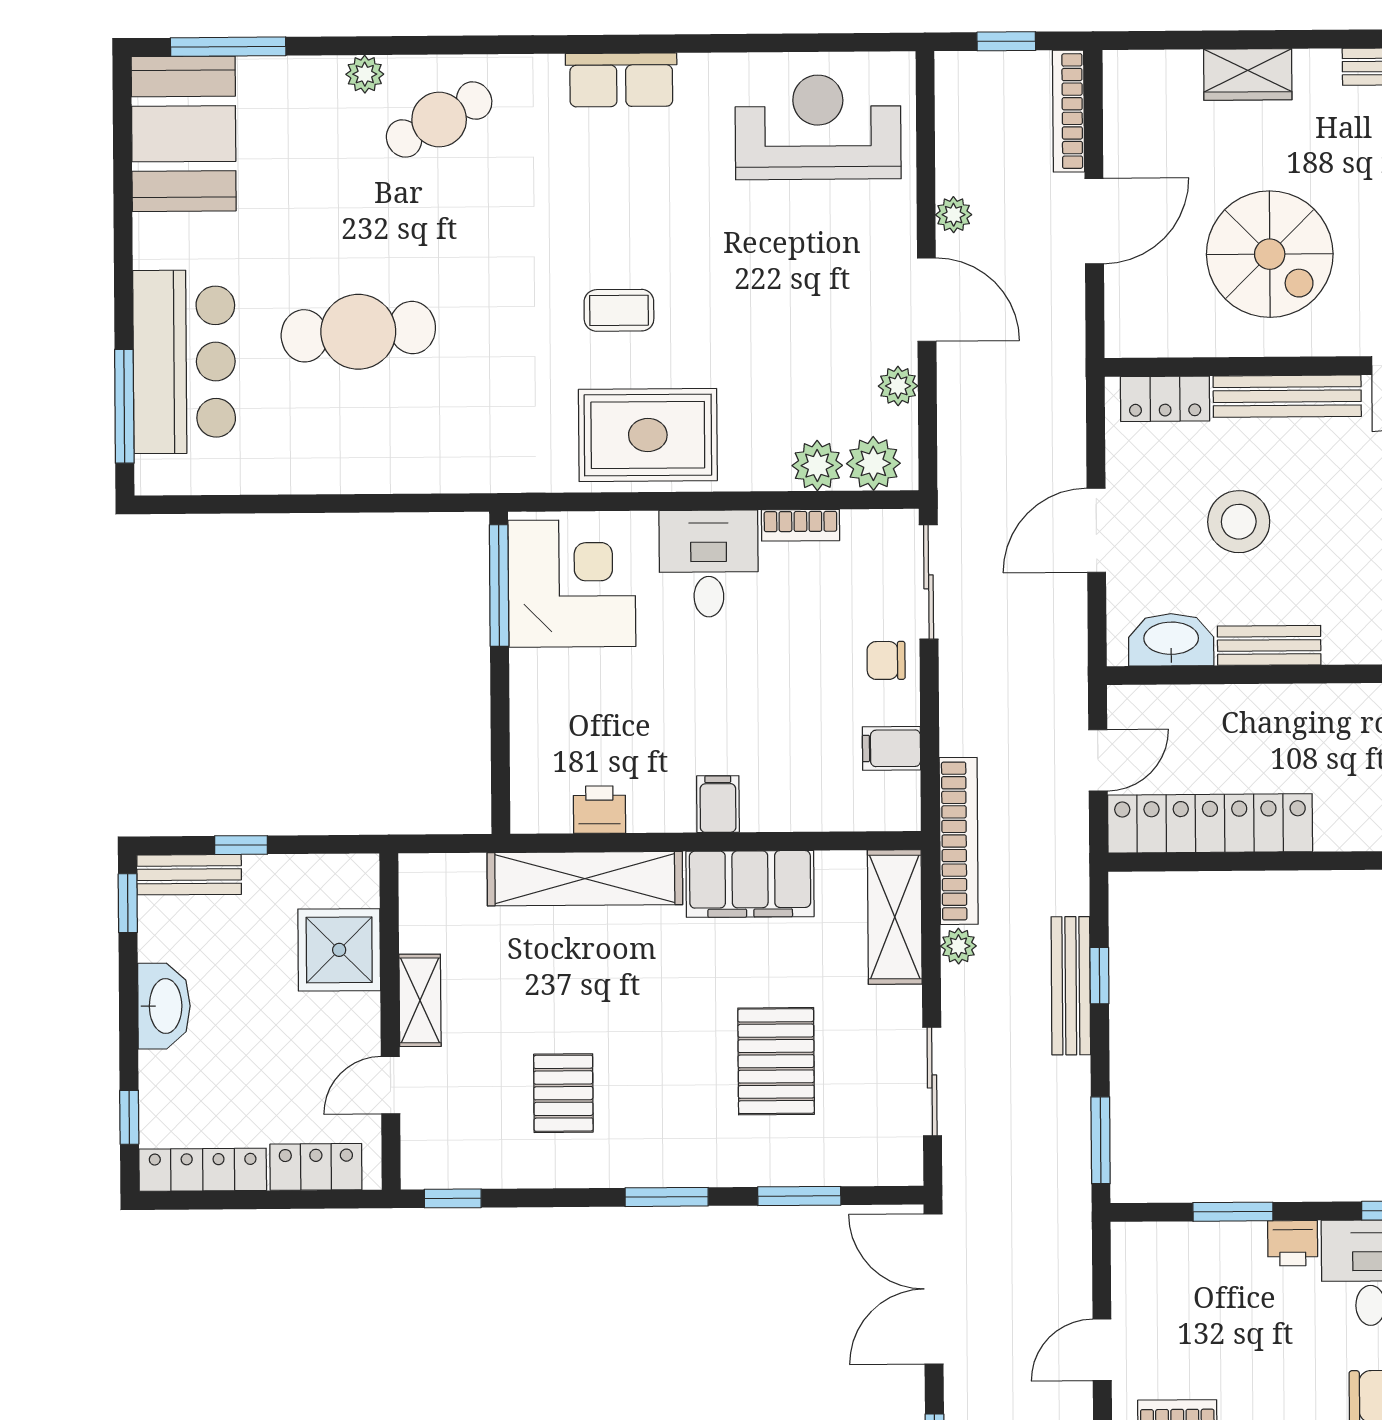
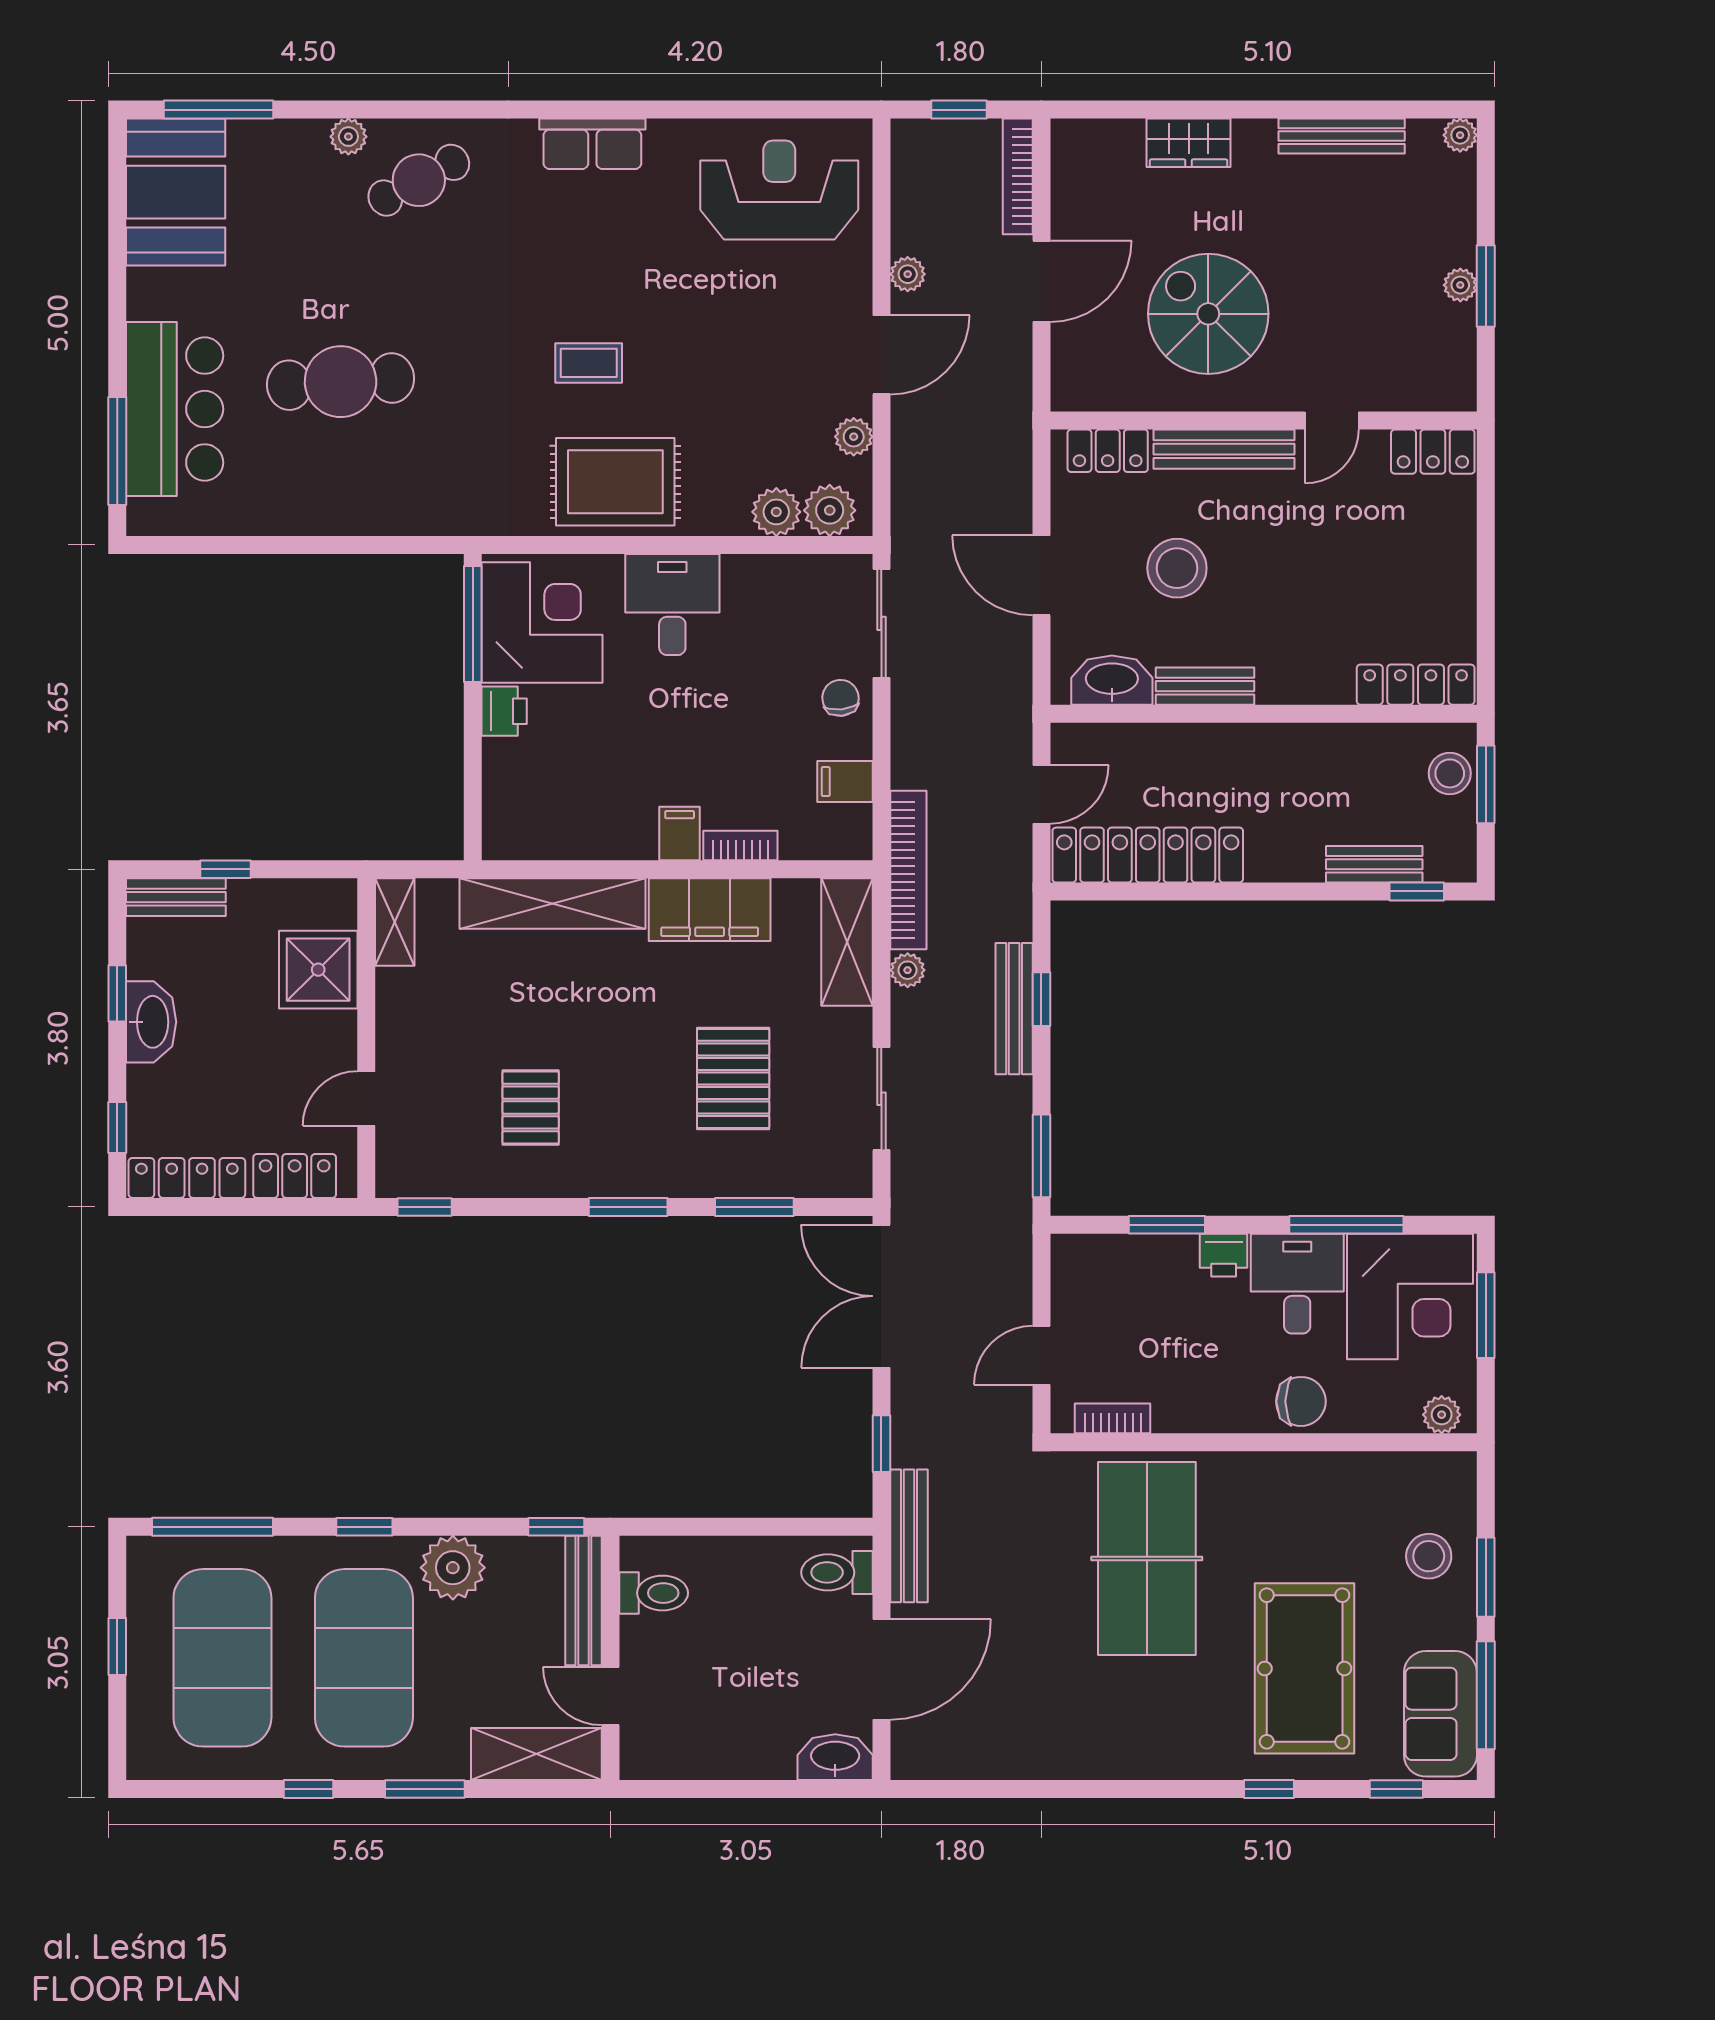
spiral stairs: (1270, 254) -> (1208, 314), turned 180
door: (927, 300) -> (881, 355), hinge flipped
bookcase: (800, 525) -> (740, 846), moved, turned 180
door: (1096, 530) -> (1041, 575), hinge flipped
chair: (886, 660) -> (840, 698), turned 84
printer: (599, 810) -> (504, 711), moved, turned 90
window: (128, 903) -> (117, 993), moved
shelving: (420, 1000) -> (395, 922), moved

